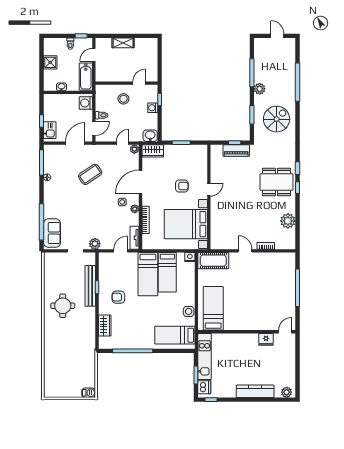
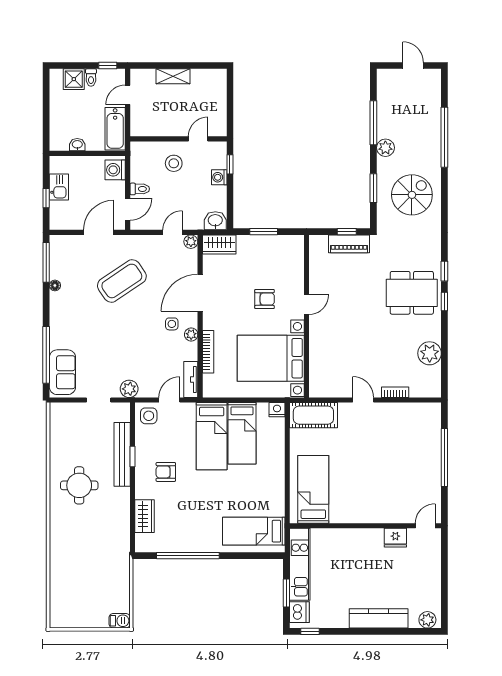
shower: (50, 62) -> (74, 79), moved
kitchen sink: (50, 130) -> (59, 187), moved
coffee table: (90, 174) -> (122, 281), width x1.36, depth x1.32
side table: (189, 311) -> (149, 416), moved

